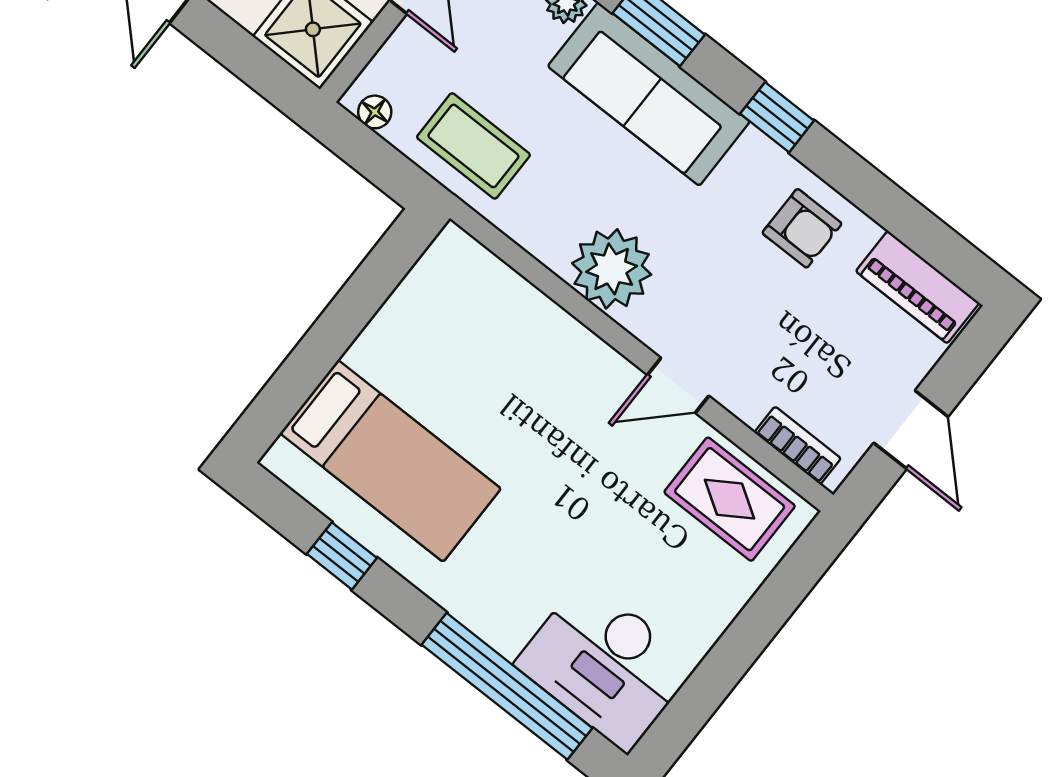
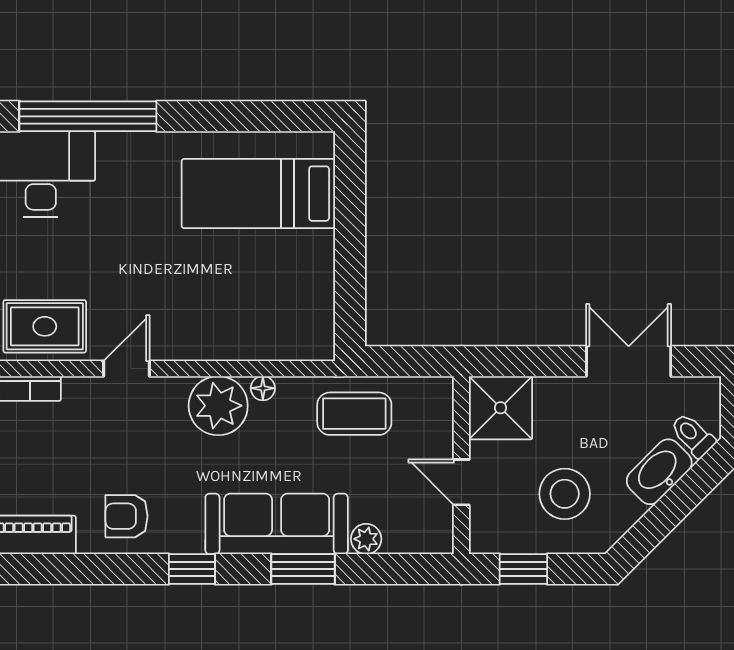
floor lamp: (375, 112) -> (263, 388), moved
window: (342, 556) -> (243, 116), removed

